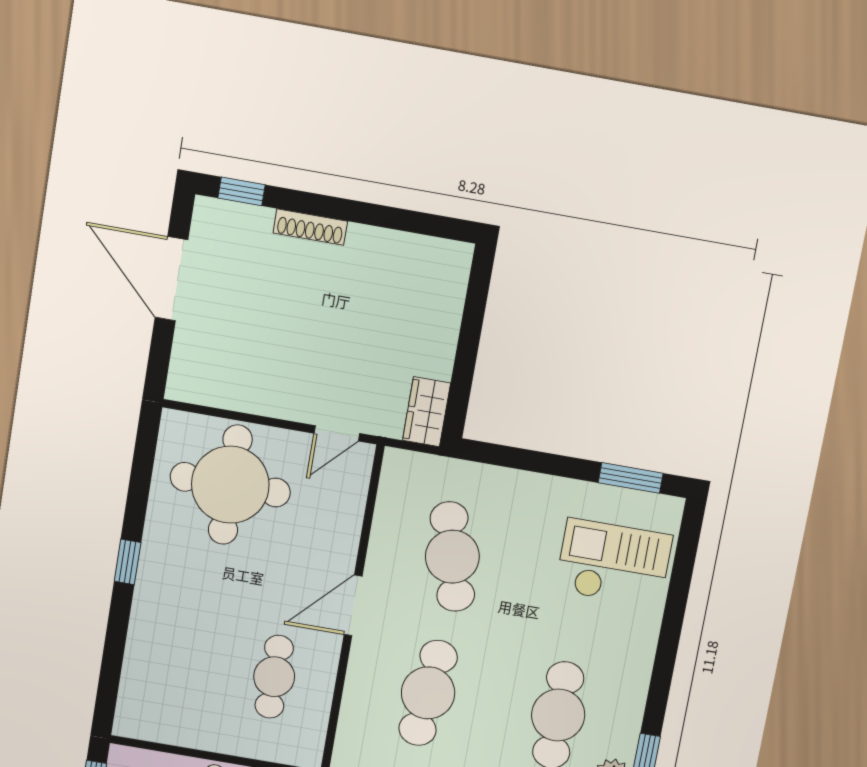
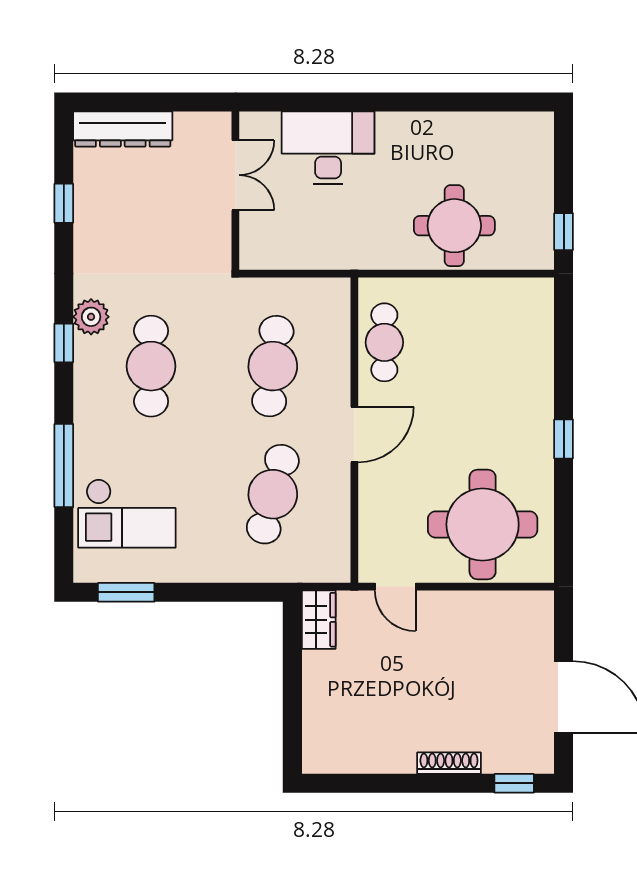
door: (337, 433) -> (395, 587), swing flipped
cafe table: (452, 557) -> (273, 494), turned 30
window: (672, 626) -> (64, 466), added
cafe table: (274, 677) -> (384, 342), moved

